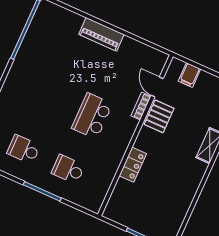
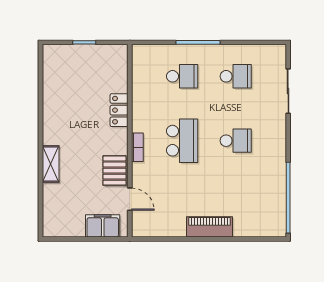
filing cabinet: (189, 75) -> (103, 226), width x2.00
school desk: (48, 96) -> (236, 141), added
bookcase: (141, 106) -> (137, 147), moved

